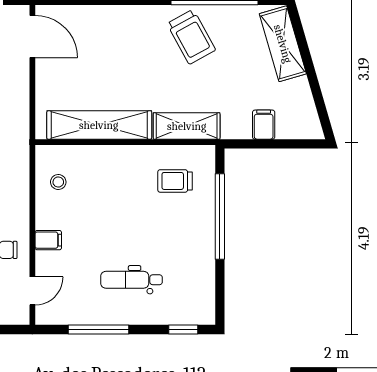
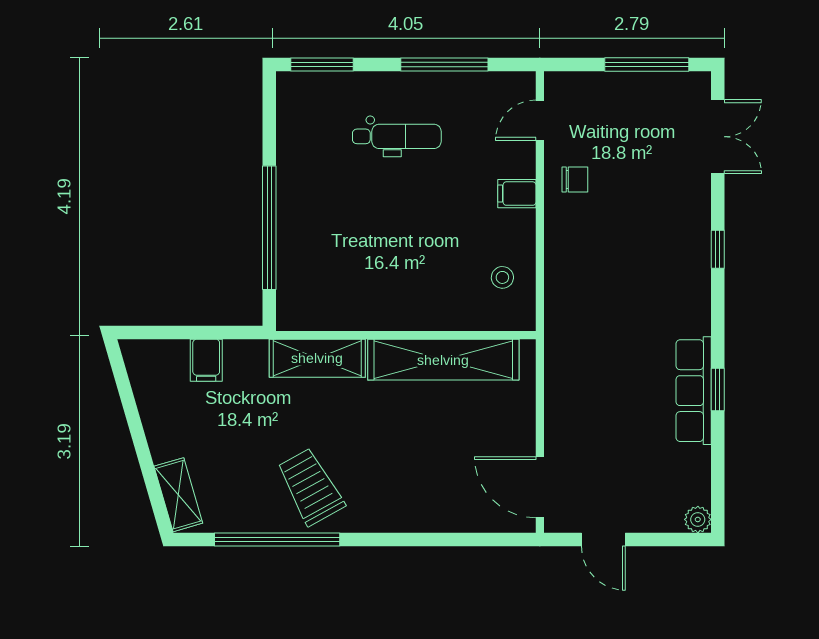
shelving: (283, 44) -> (178, 495), width x0.67, depth x0.75
trolley: (175, 181) -> (334, 279), removed
window: (183, 330) -> (322, 65), width x1.50

